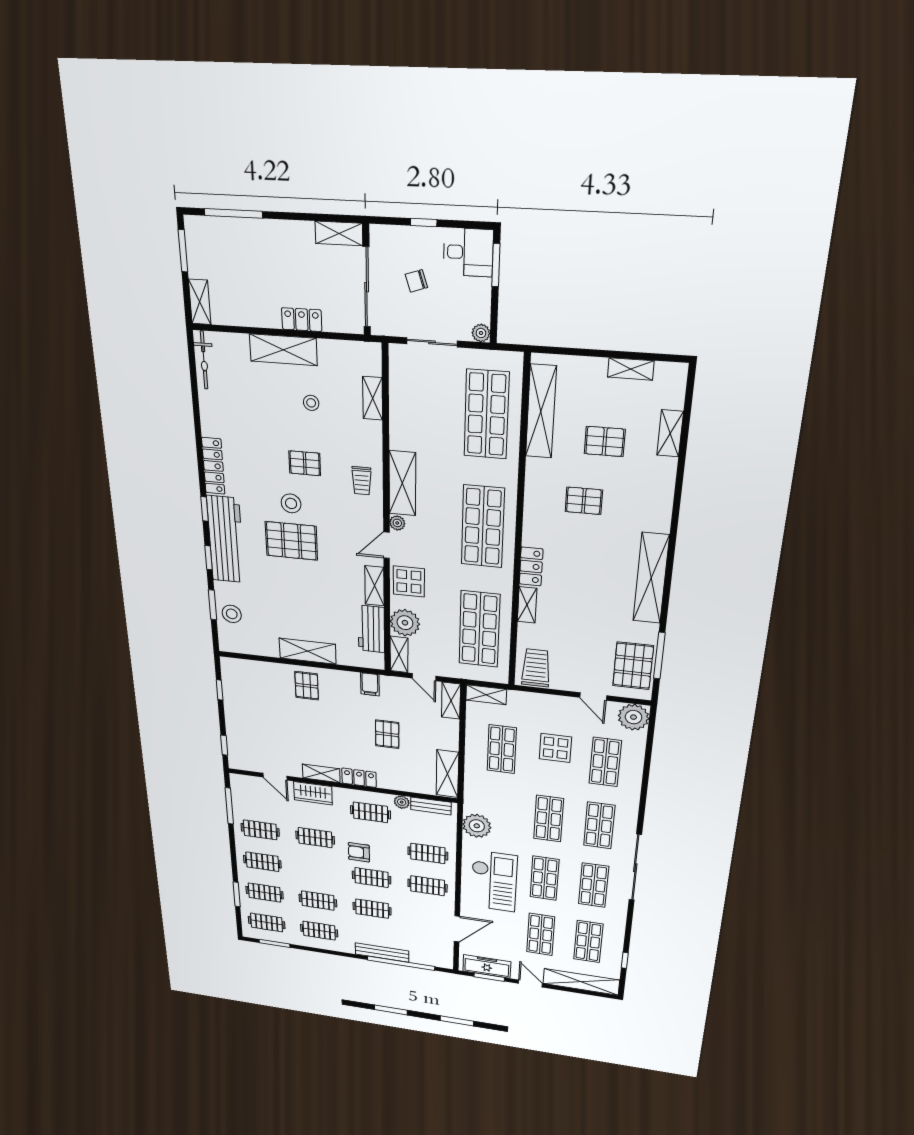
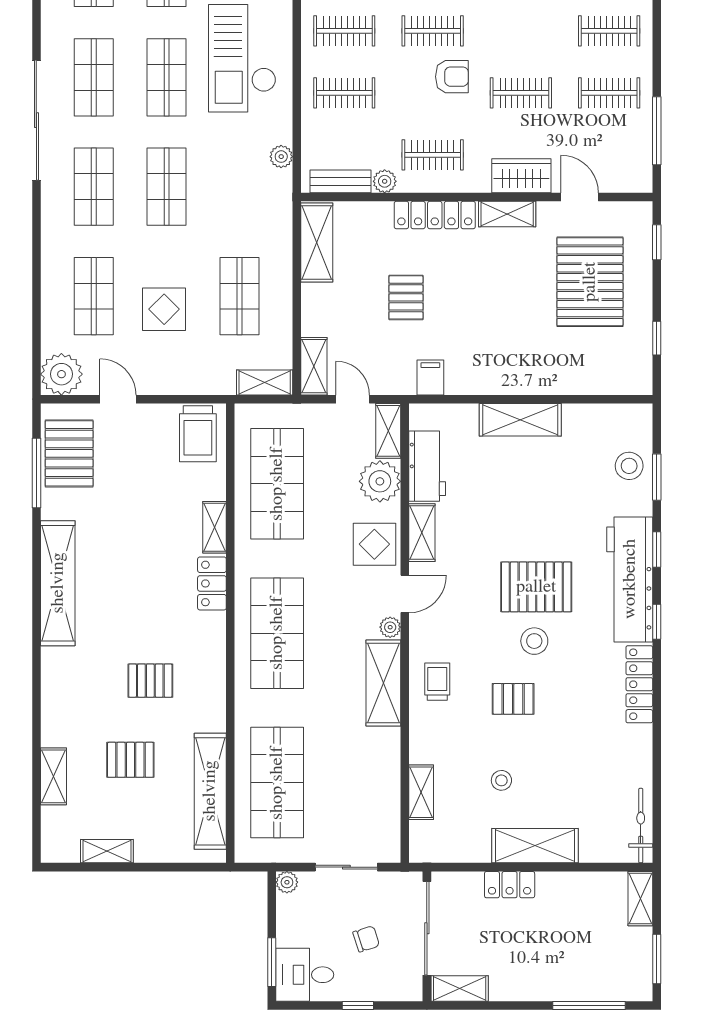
pallet: (307, 686) -> (590, 282), moved, width x2.05, depth x2.00
locker: (359, 778) -> (435, 215), width x1.53
plant: (477, 826) -> (281, 157), width x0.53, depth x0.53

